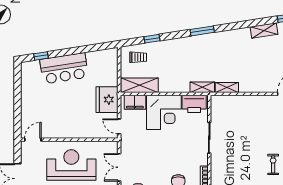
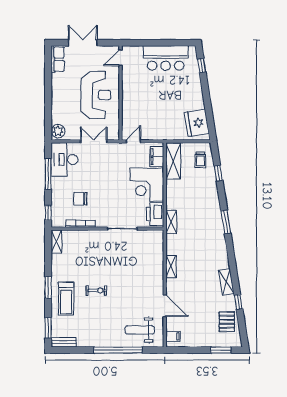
bar counter: (64, 68) -> (166, 58), moved, turned -81
shelving: (227, 88) -> (171, 266), moved
fridge: (107, 100) -> (197, 123), moved, turned -99
door: (33, 140) -> (121, 58), swing flipped

